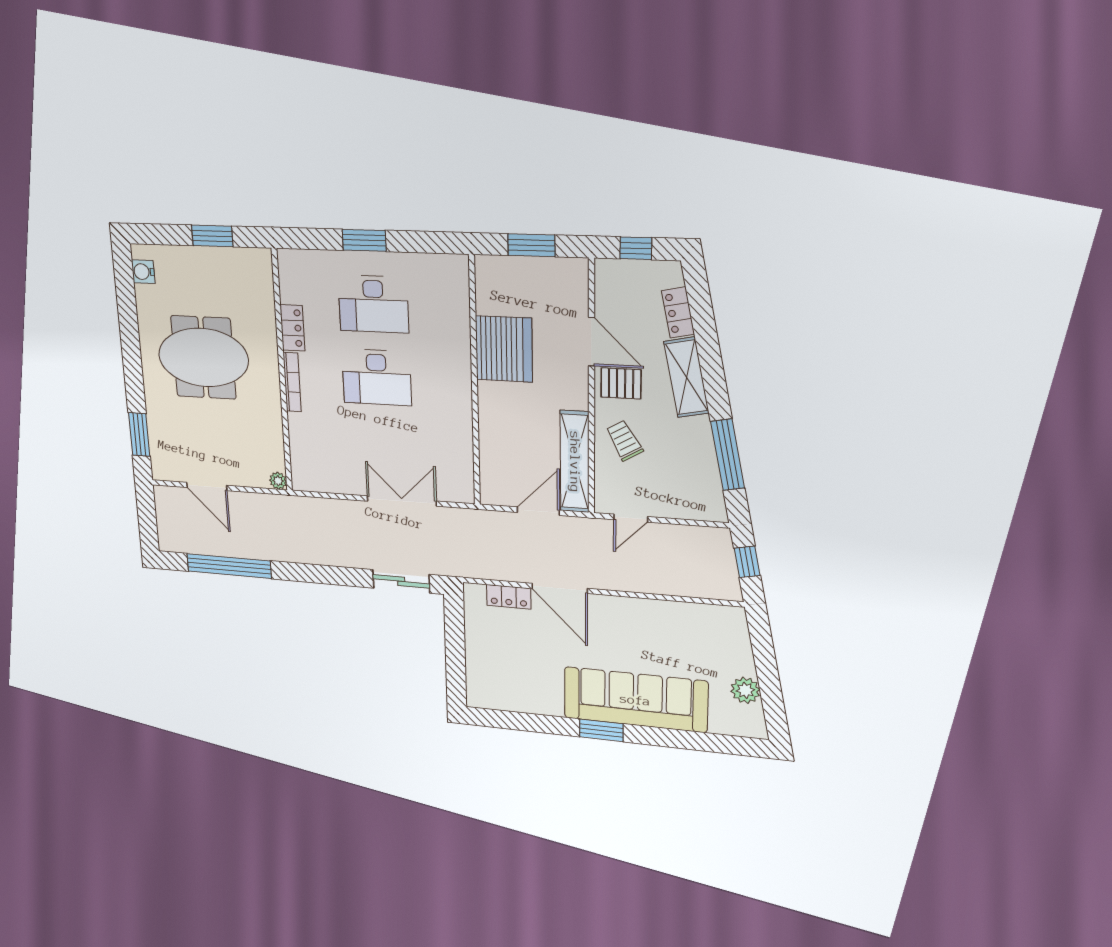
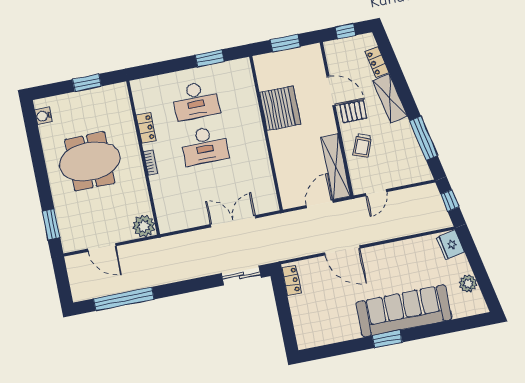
window: (364, 240) -> (210, 58), moved
bookcase: (292, 382) -> (151, 162), width x0.64
trolley: (624, 441) -> (362, 146), turned -128
plant: (278, 481) -> (144, 226), width x1.88, depth x1.88
locker: (509, 597) -> (292, 280), moved, turned -90
fridge: (731, 627) -> (450, 245), added

